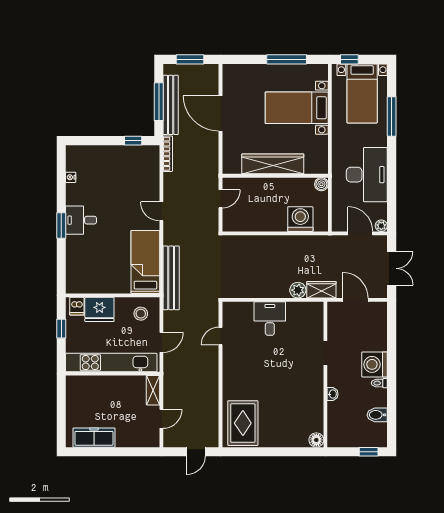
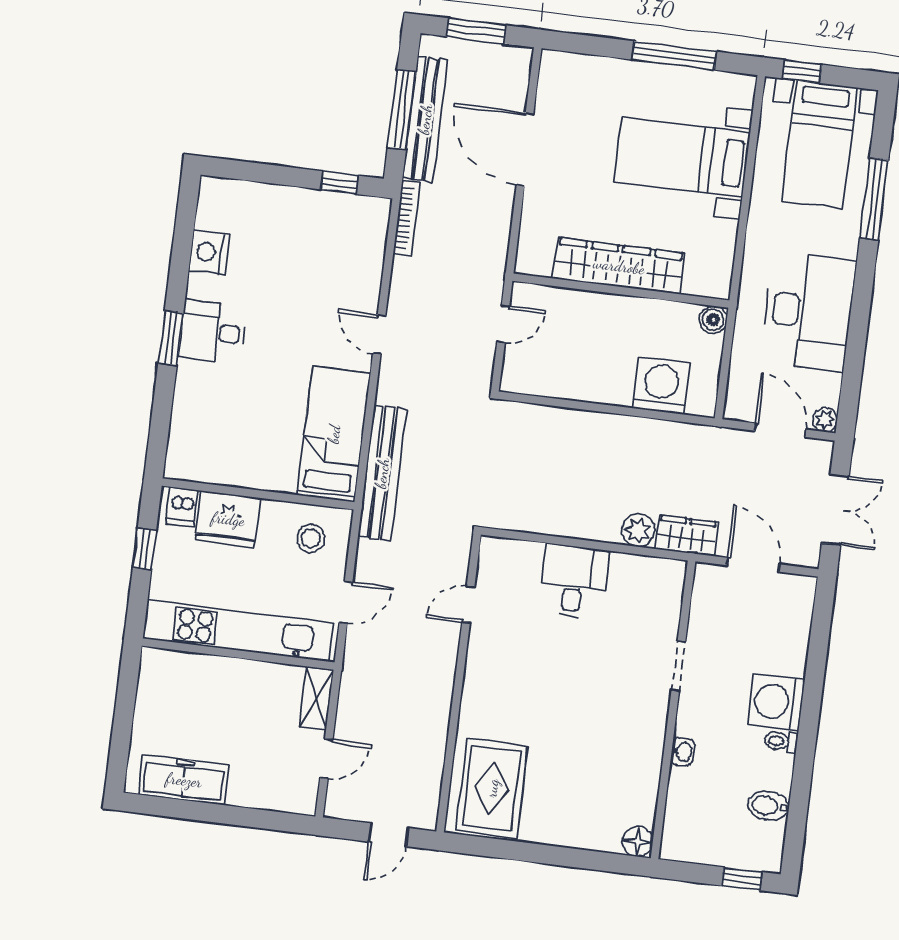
nightstand: (71, 177) -> (209, 252), width x1.89, depth x1.79

